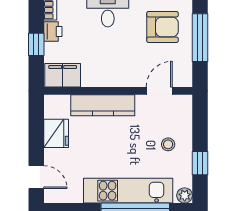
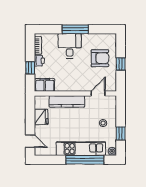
window: (200, 38) -> (121, 64), width x0.46

